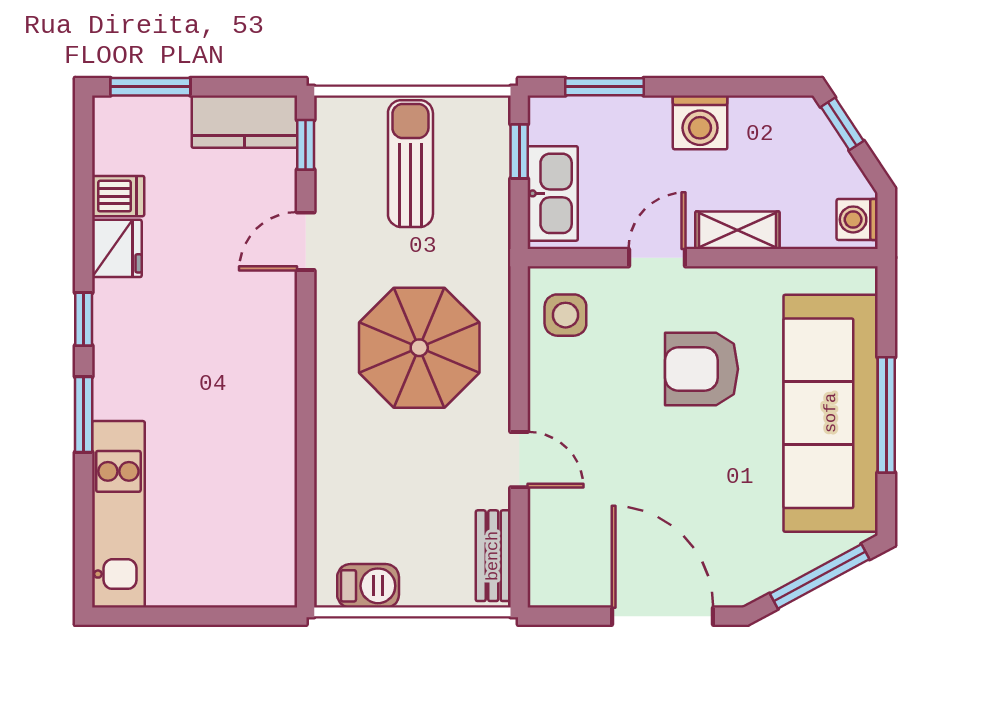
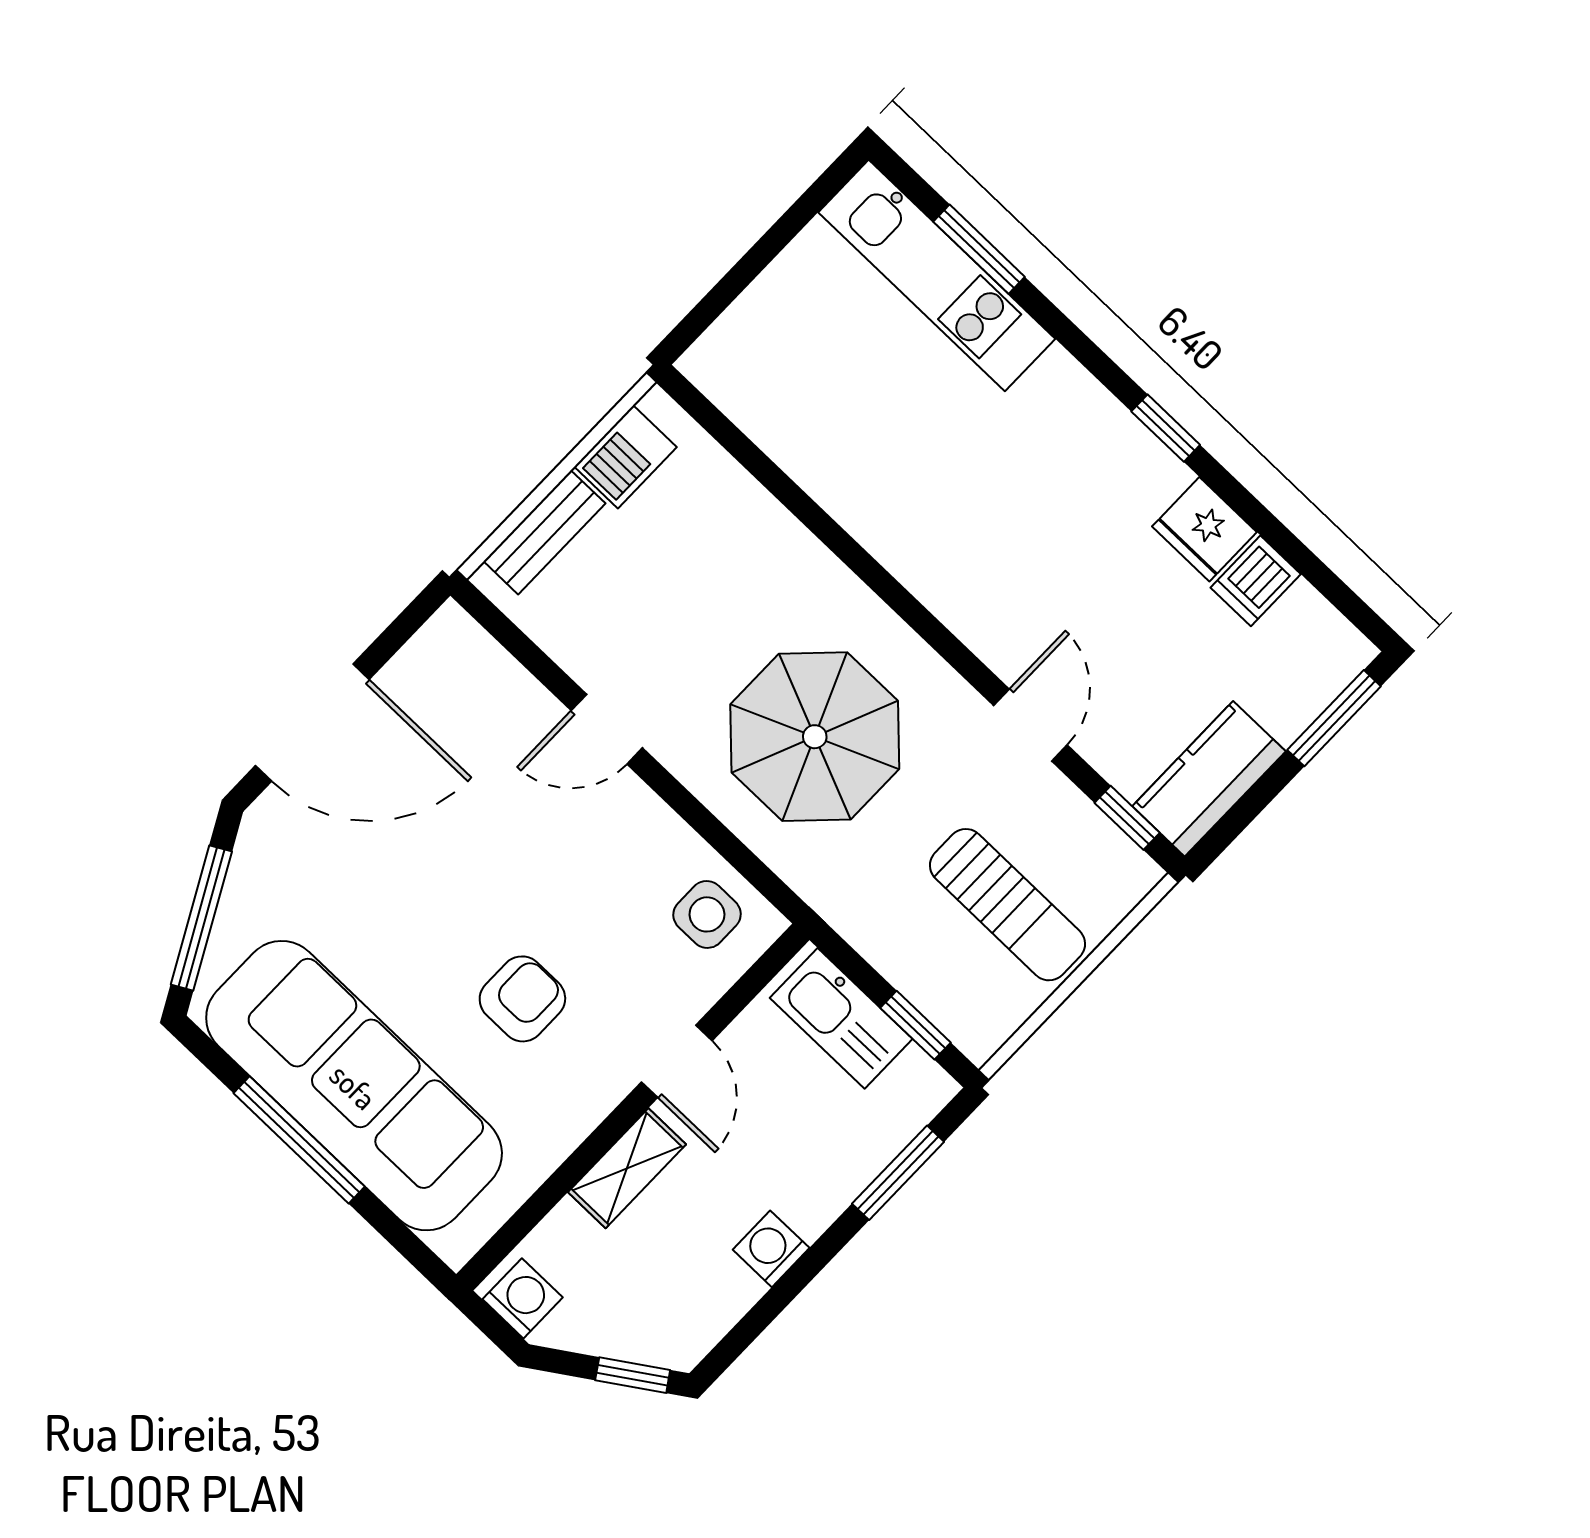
washing machine: (700, 122) -> (771, 1249), width x0.73, depth x0.73
armchair: (702, 369) -> (522, 999), width x0.72, depth x0.72
window: (84, 415) -> (979, 249), moved
bench: (493, 556) -> (544, 532), moved, turned 90

